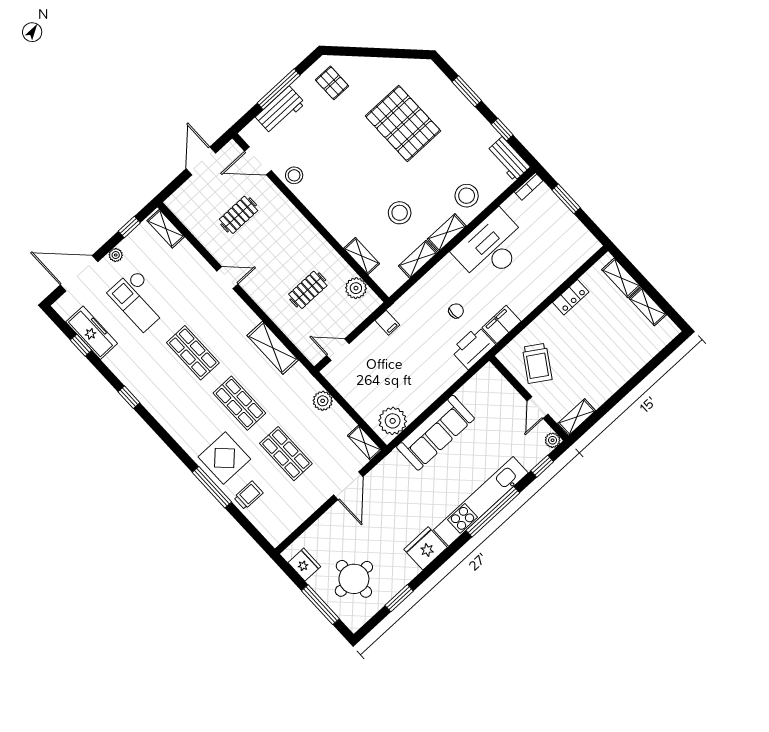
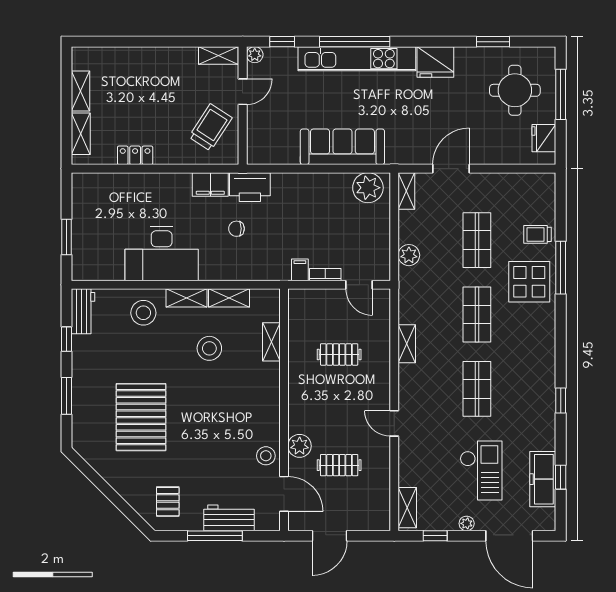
bookcase: (529, 186) -> (325, 275), moved
plant: (356, 288) -> (300, 446), moved
shelving: (273, 348) -> (407, 344), width x0.67, depth x0.75

